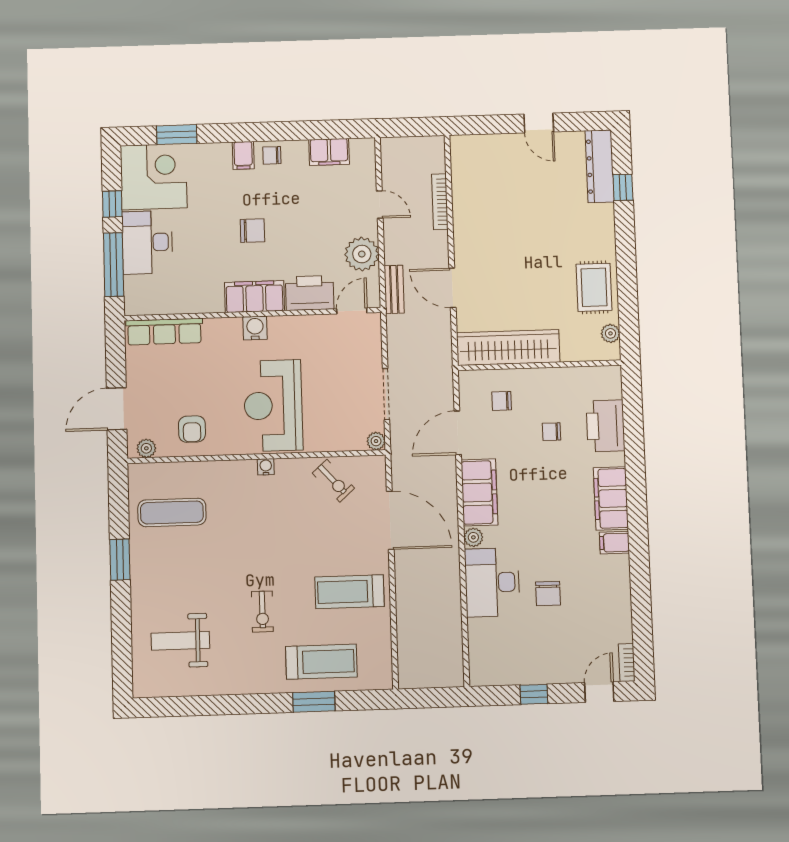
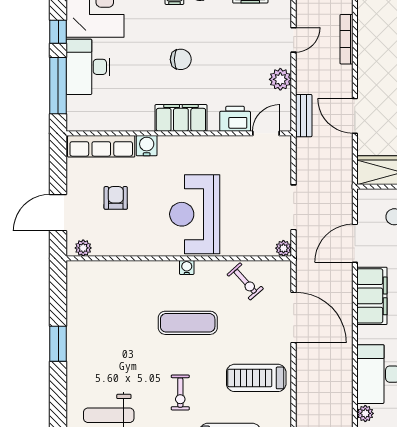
door: (380, 204) -> (294, 40), hinge flipped
plant: (362, 254) -> (280, 79), width x0.73, depth x0.73
printer: (310, 293) -> (235, 119), width x0.73, depth x0.84
water cooler: (255, 328) -> (147, 146), moved
armchair: (192, 429) -> (116, 198), moved, turned 180
exercise mat: (172, 512) -> (188, 323), moved
plant: (473, 537) -> (365, 413), moved

